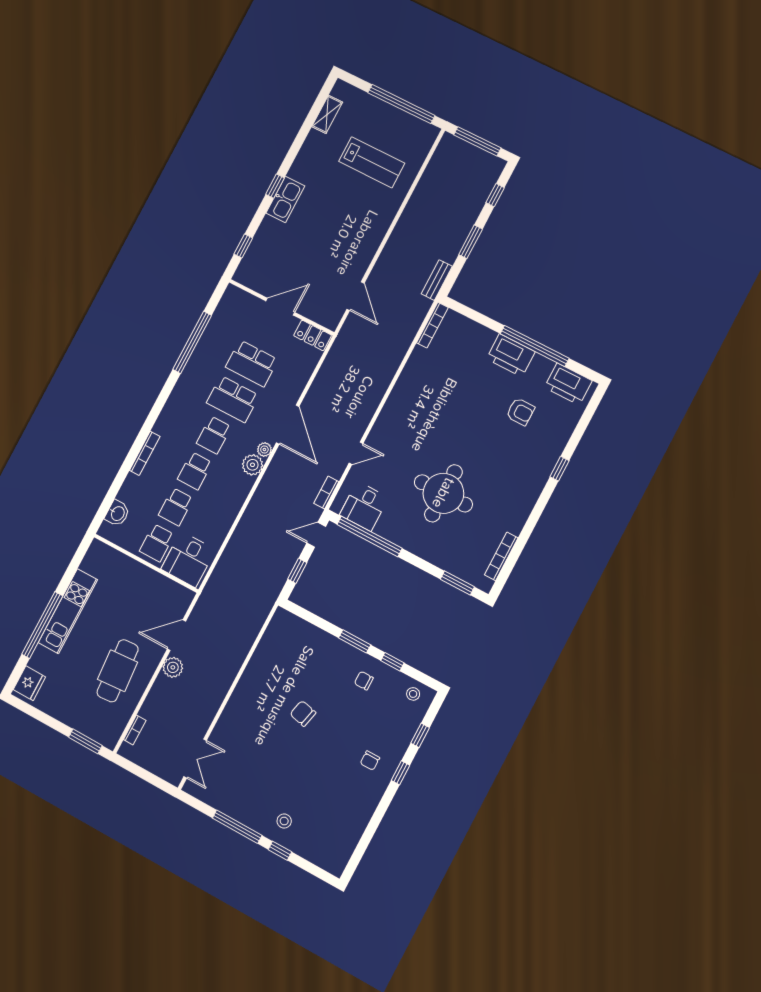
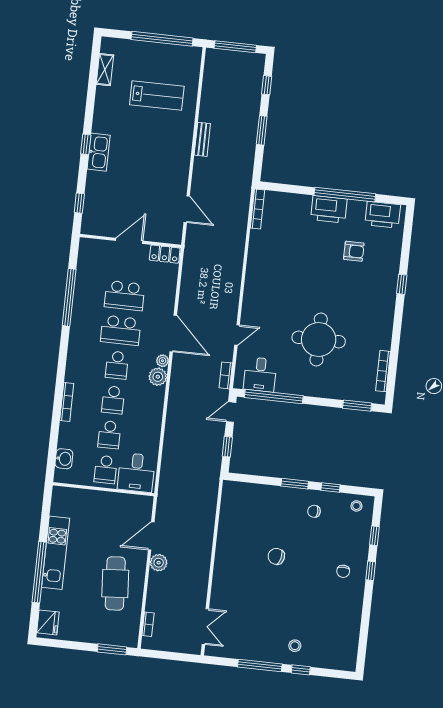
bench: (437, 280) -> (202, 139), moved

